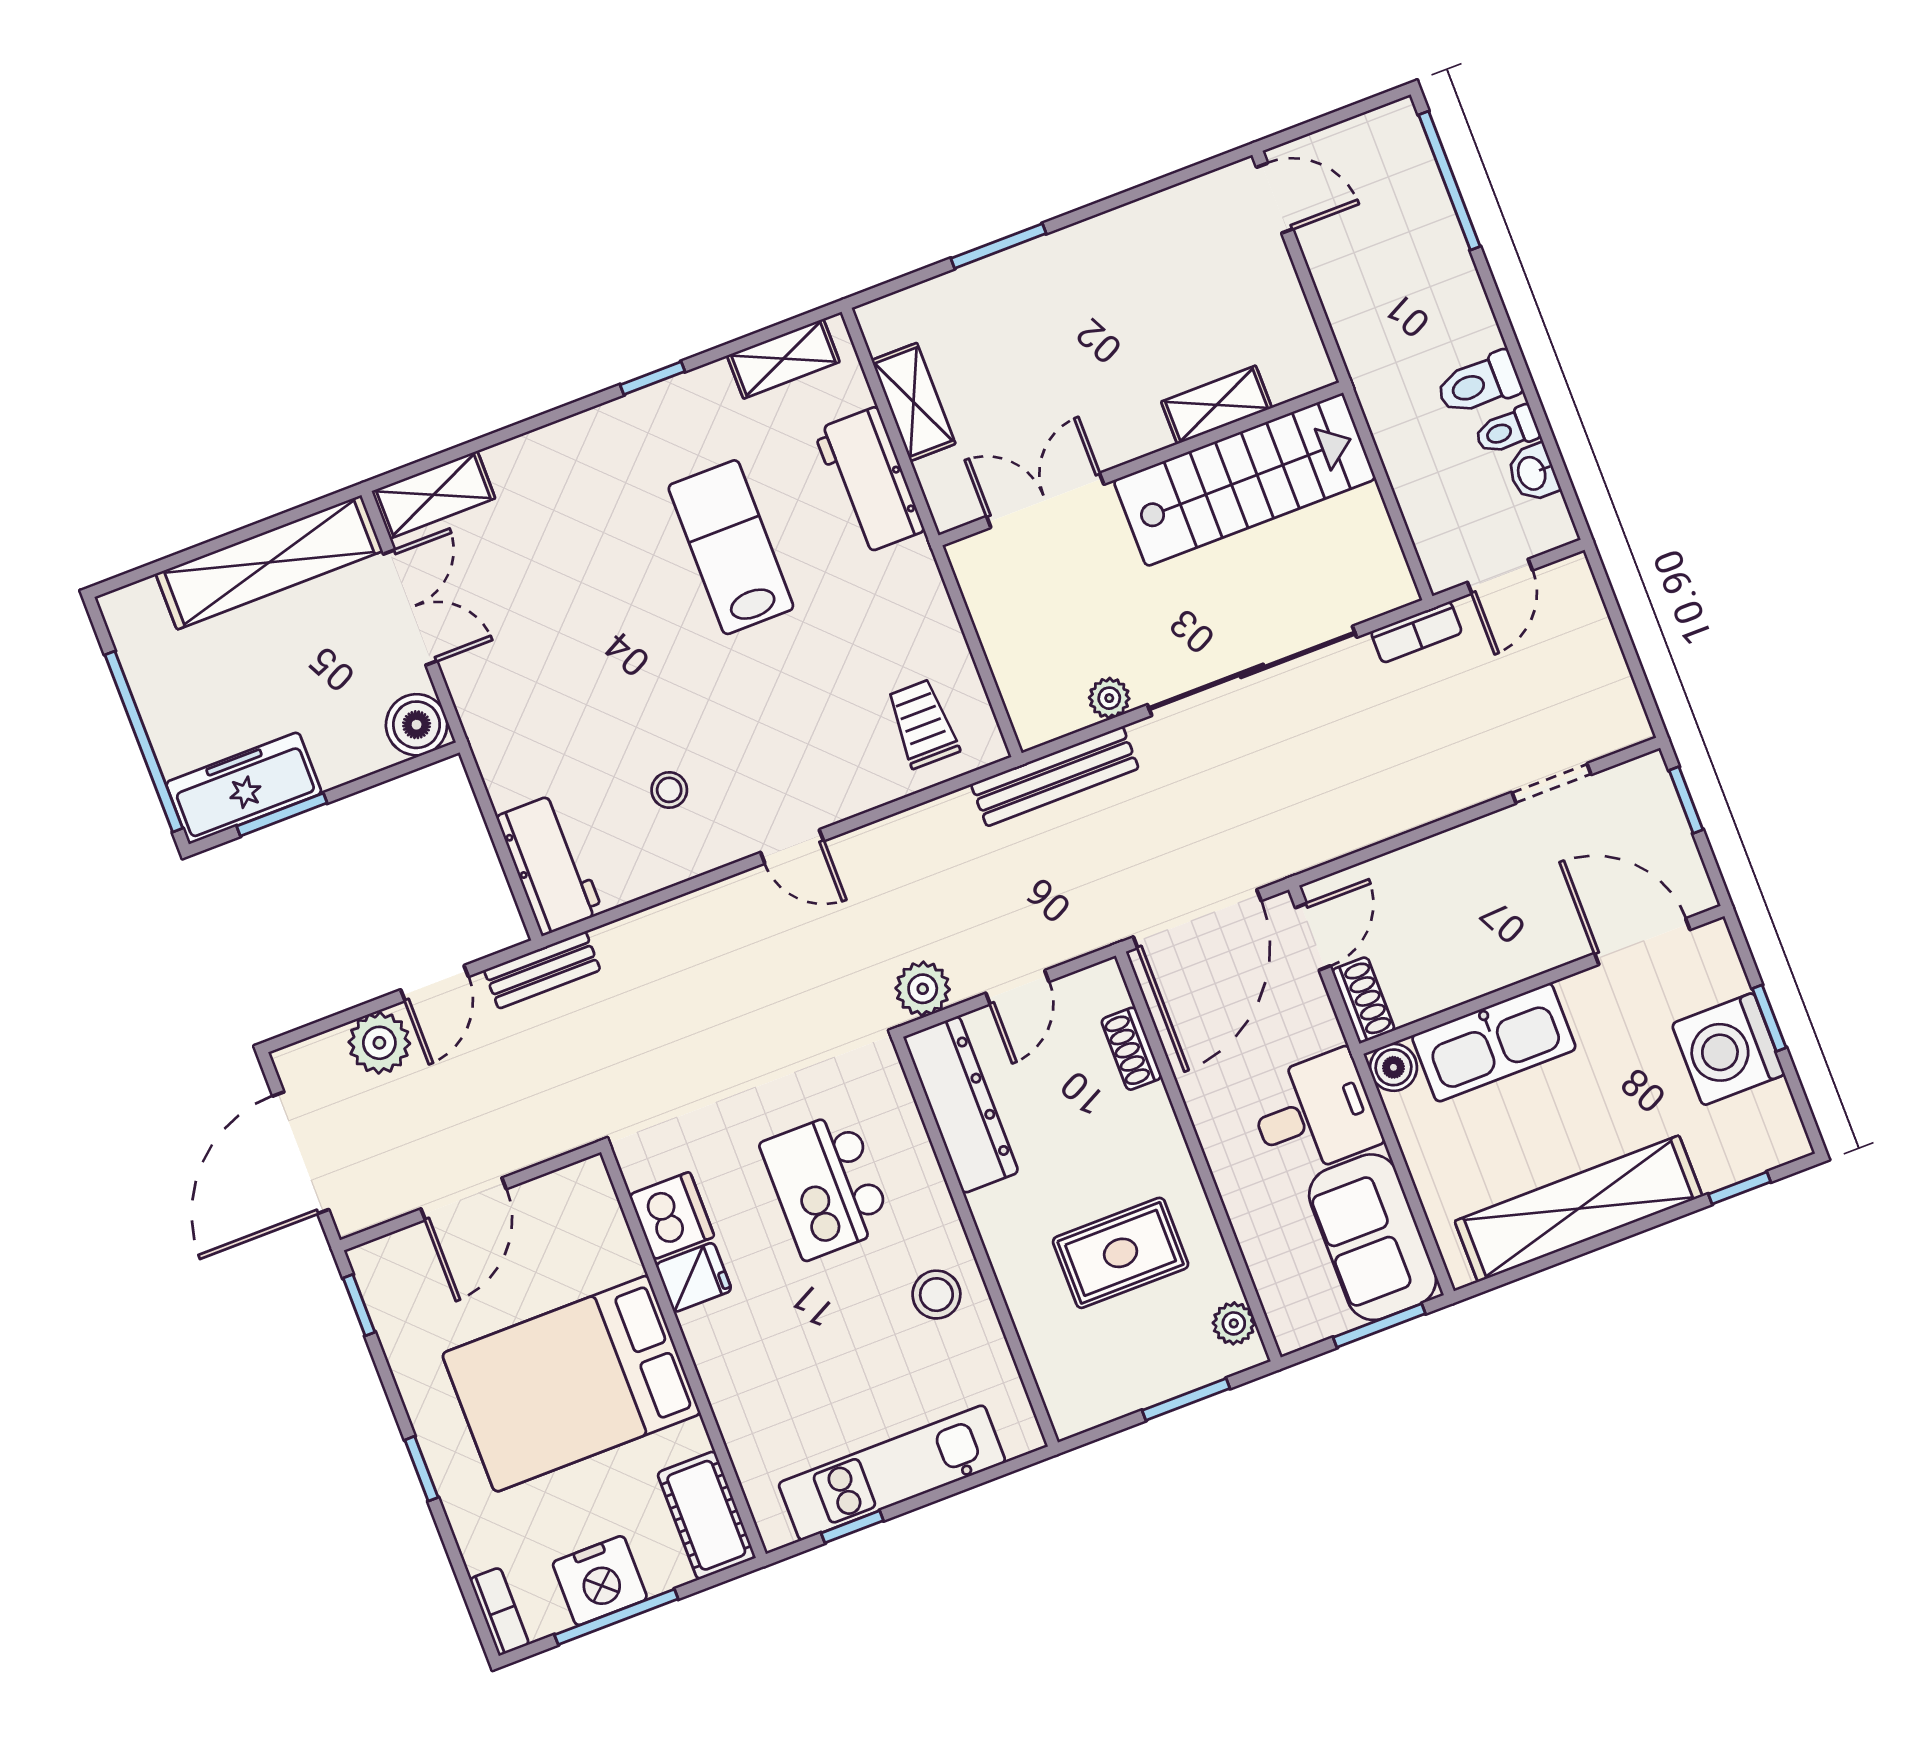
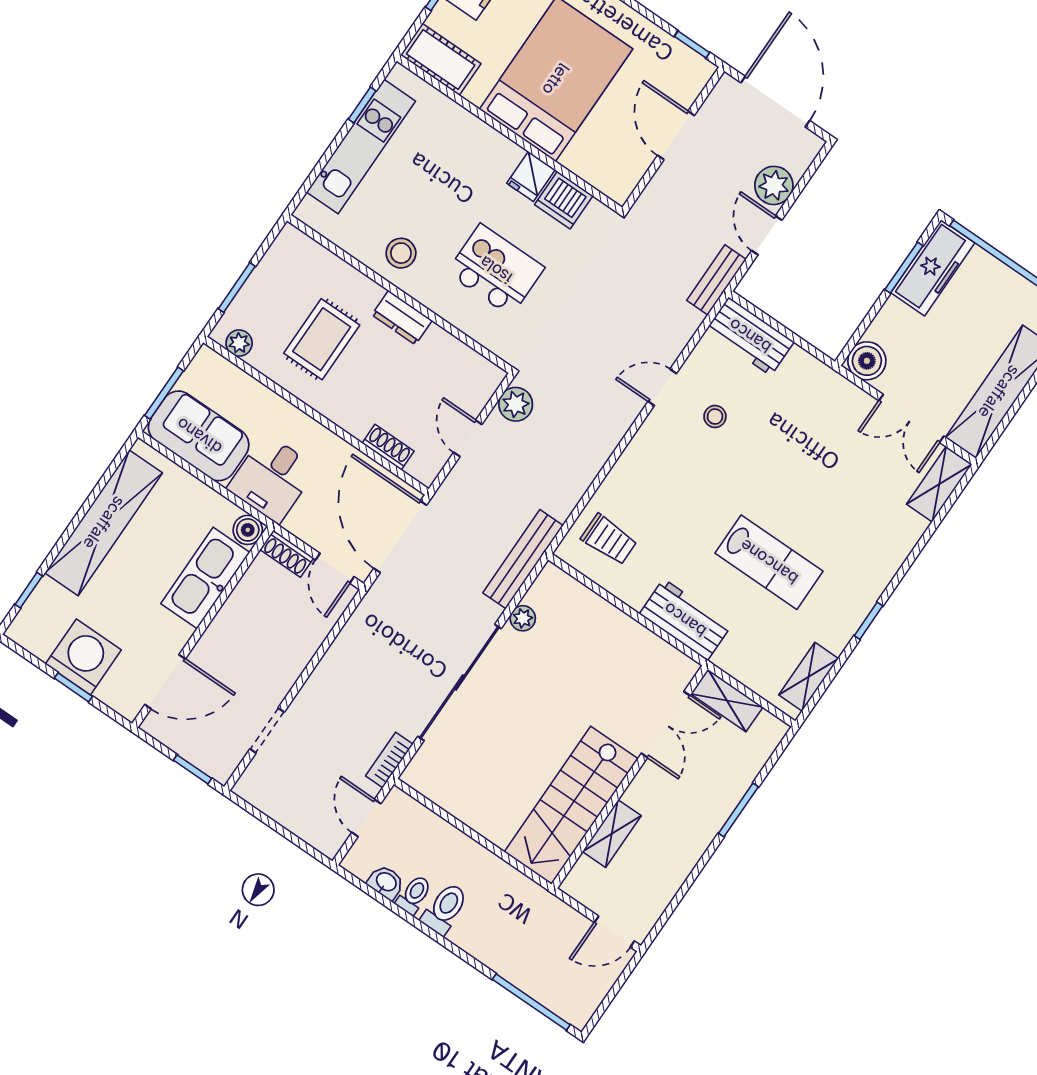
shelving: (1217, 405) -> (612, 834), moved
wall: (1141, 464) -> (630, 777), moved
stairs: (1245, 480) -> (571, 805), moved
workbench: (869, 481) -> (685, 620), moved
double door: (1045, 500) -> (666, 725), moved
door: (792, 847) -> (662, 387), moved
dresser: (961, 1105) -> (402, 318), moved, width x0.51, depth x0.80

